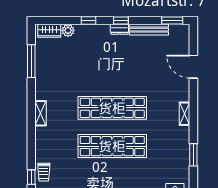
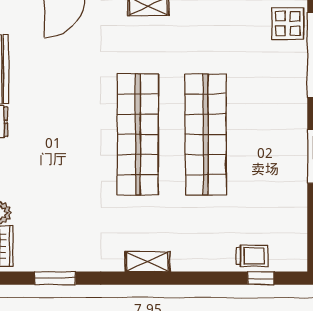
window: (31, 61) -> (55, 278), width x0.69

